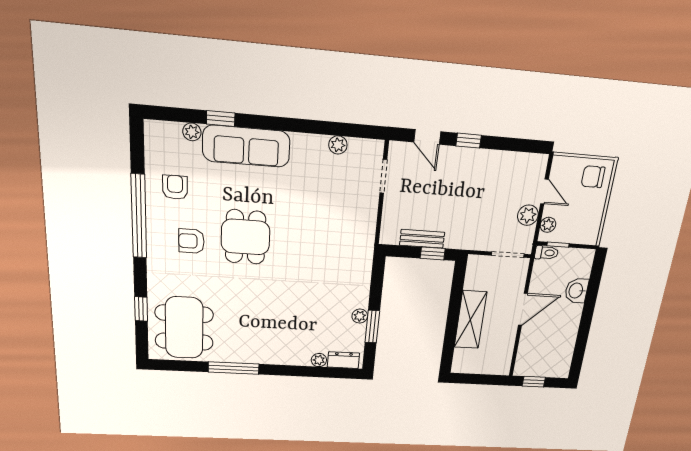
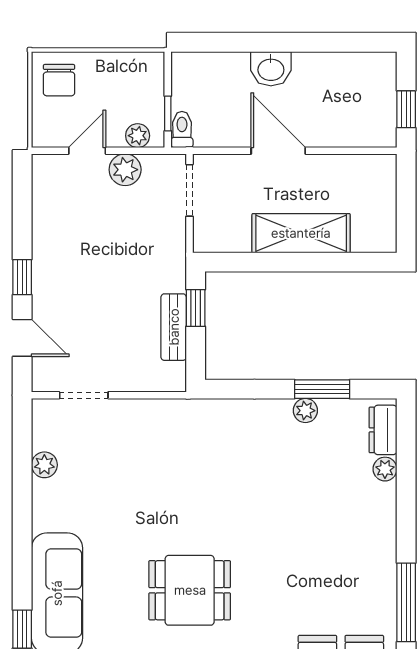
door: (427, 137) -> (22, 338), hinge flipped
washbasin: (576, 291) -> (271, 69), moved

